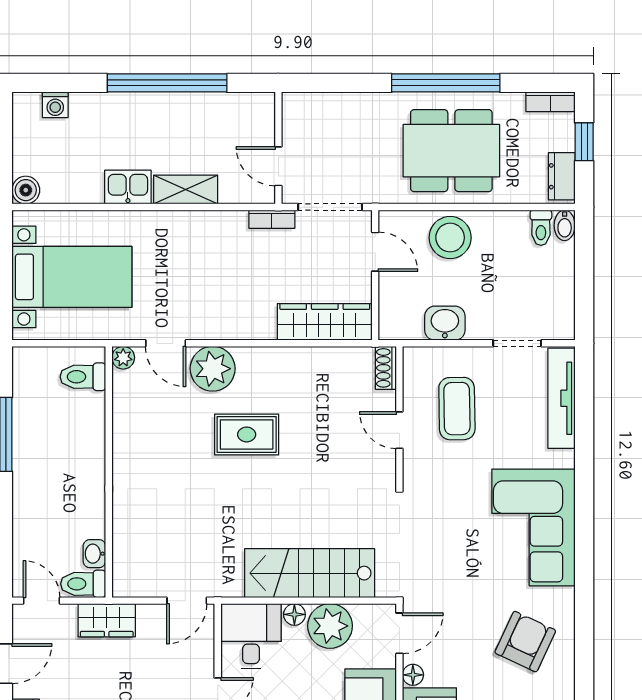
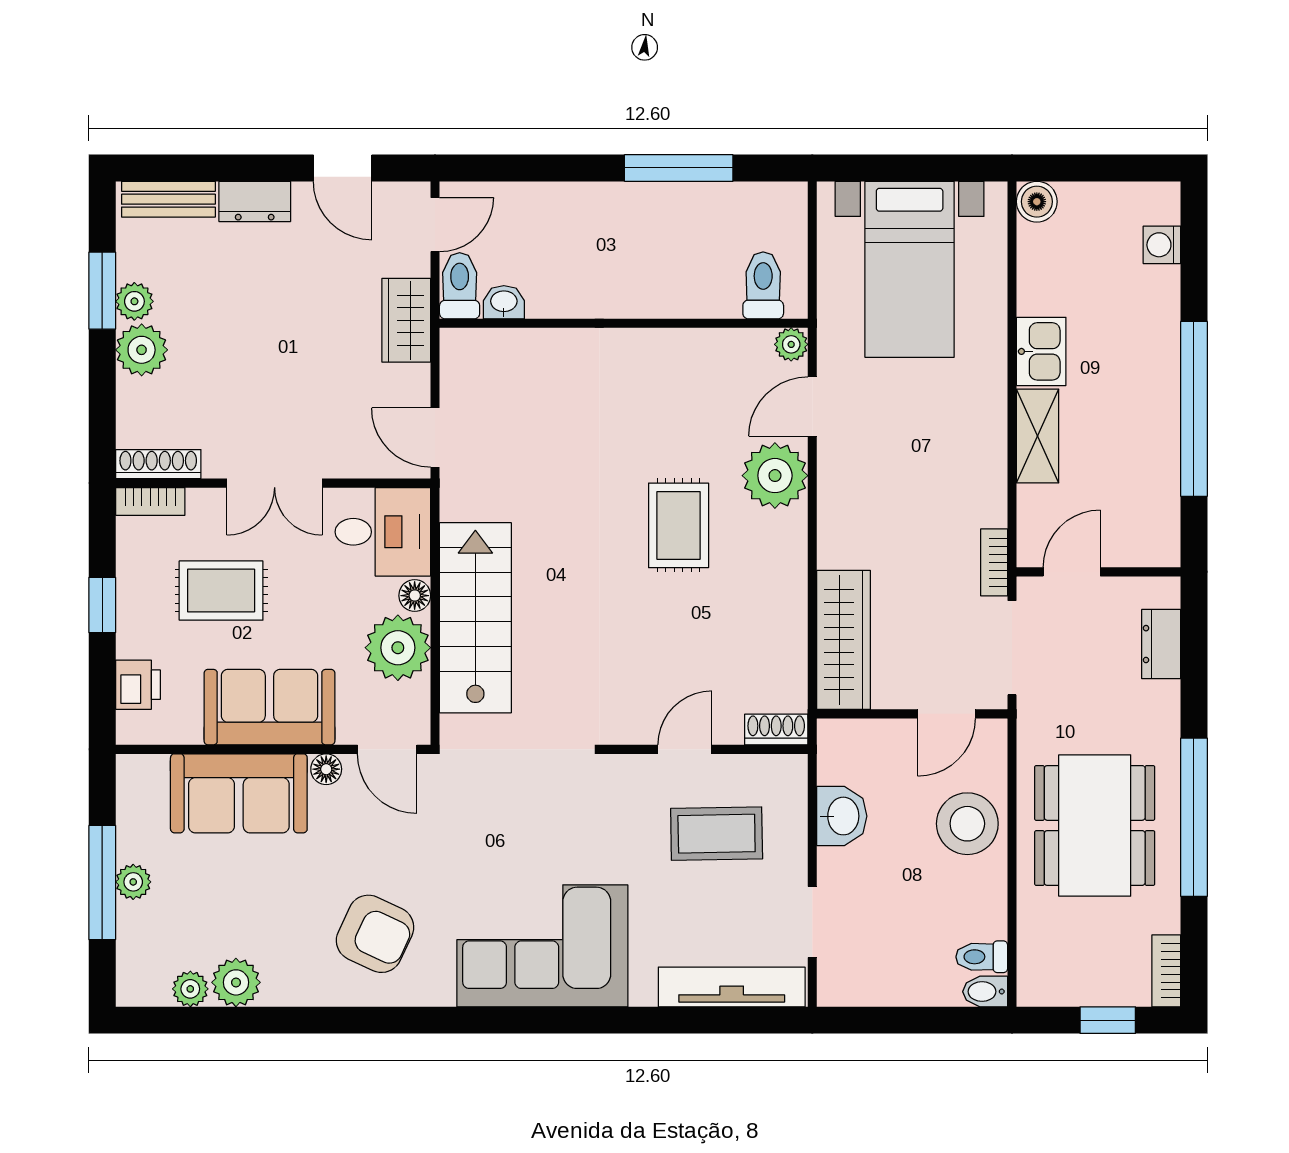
dresser: (562, 176) -> (1161, 644), moved, turned -90

